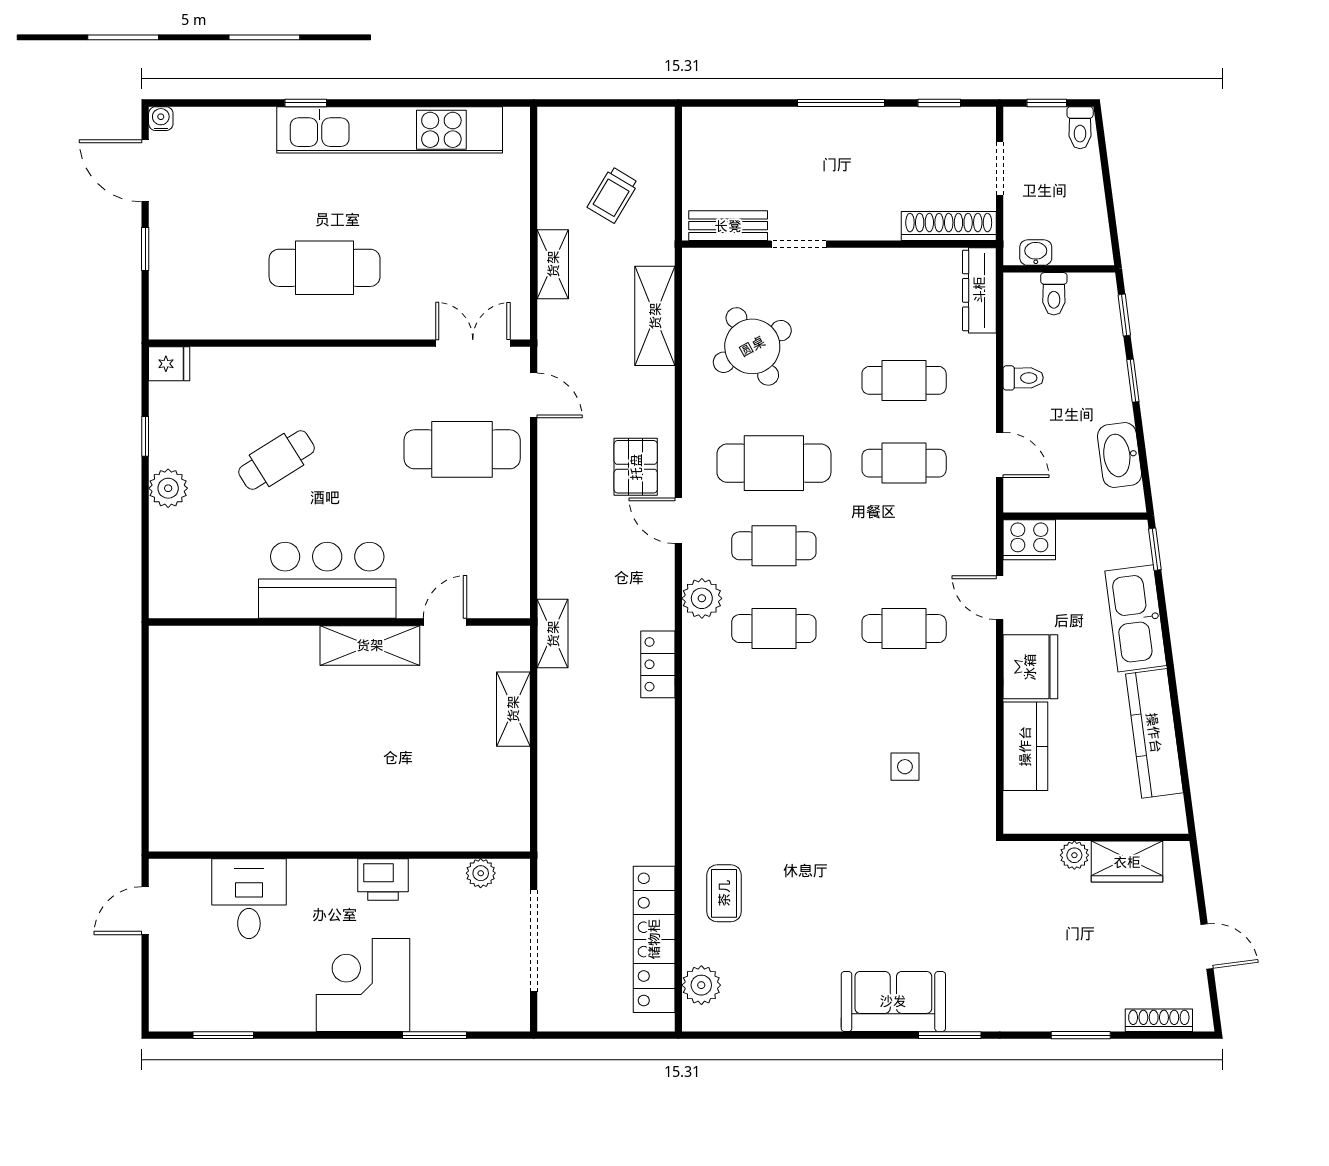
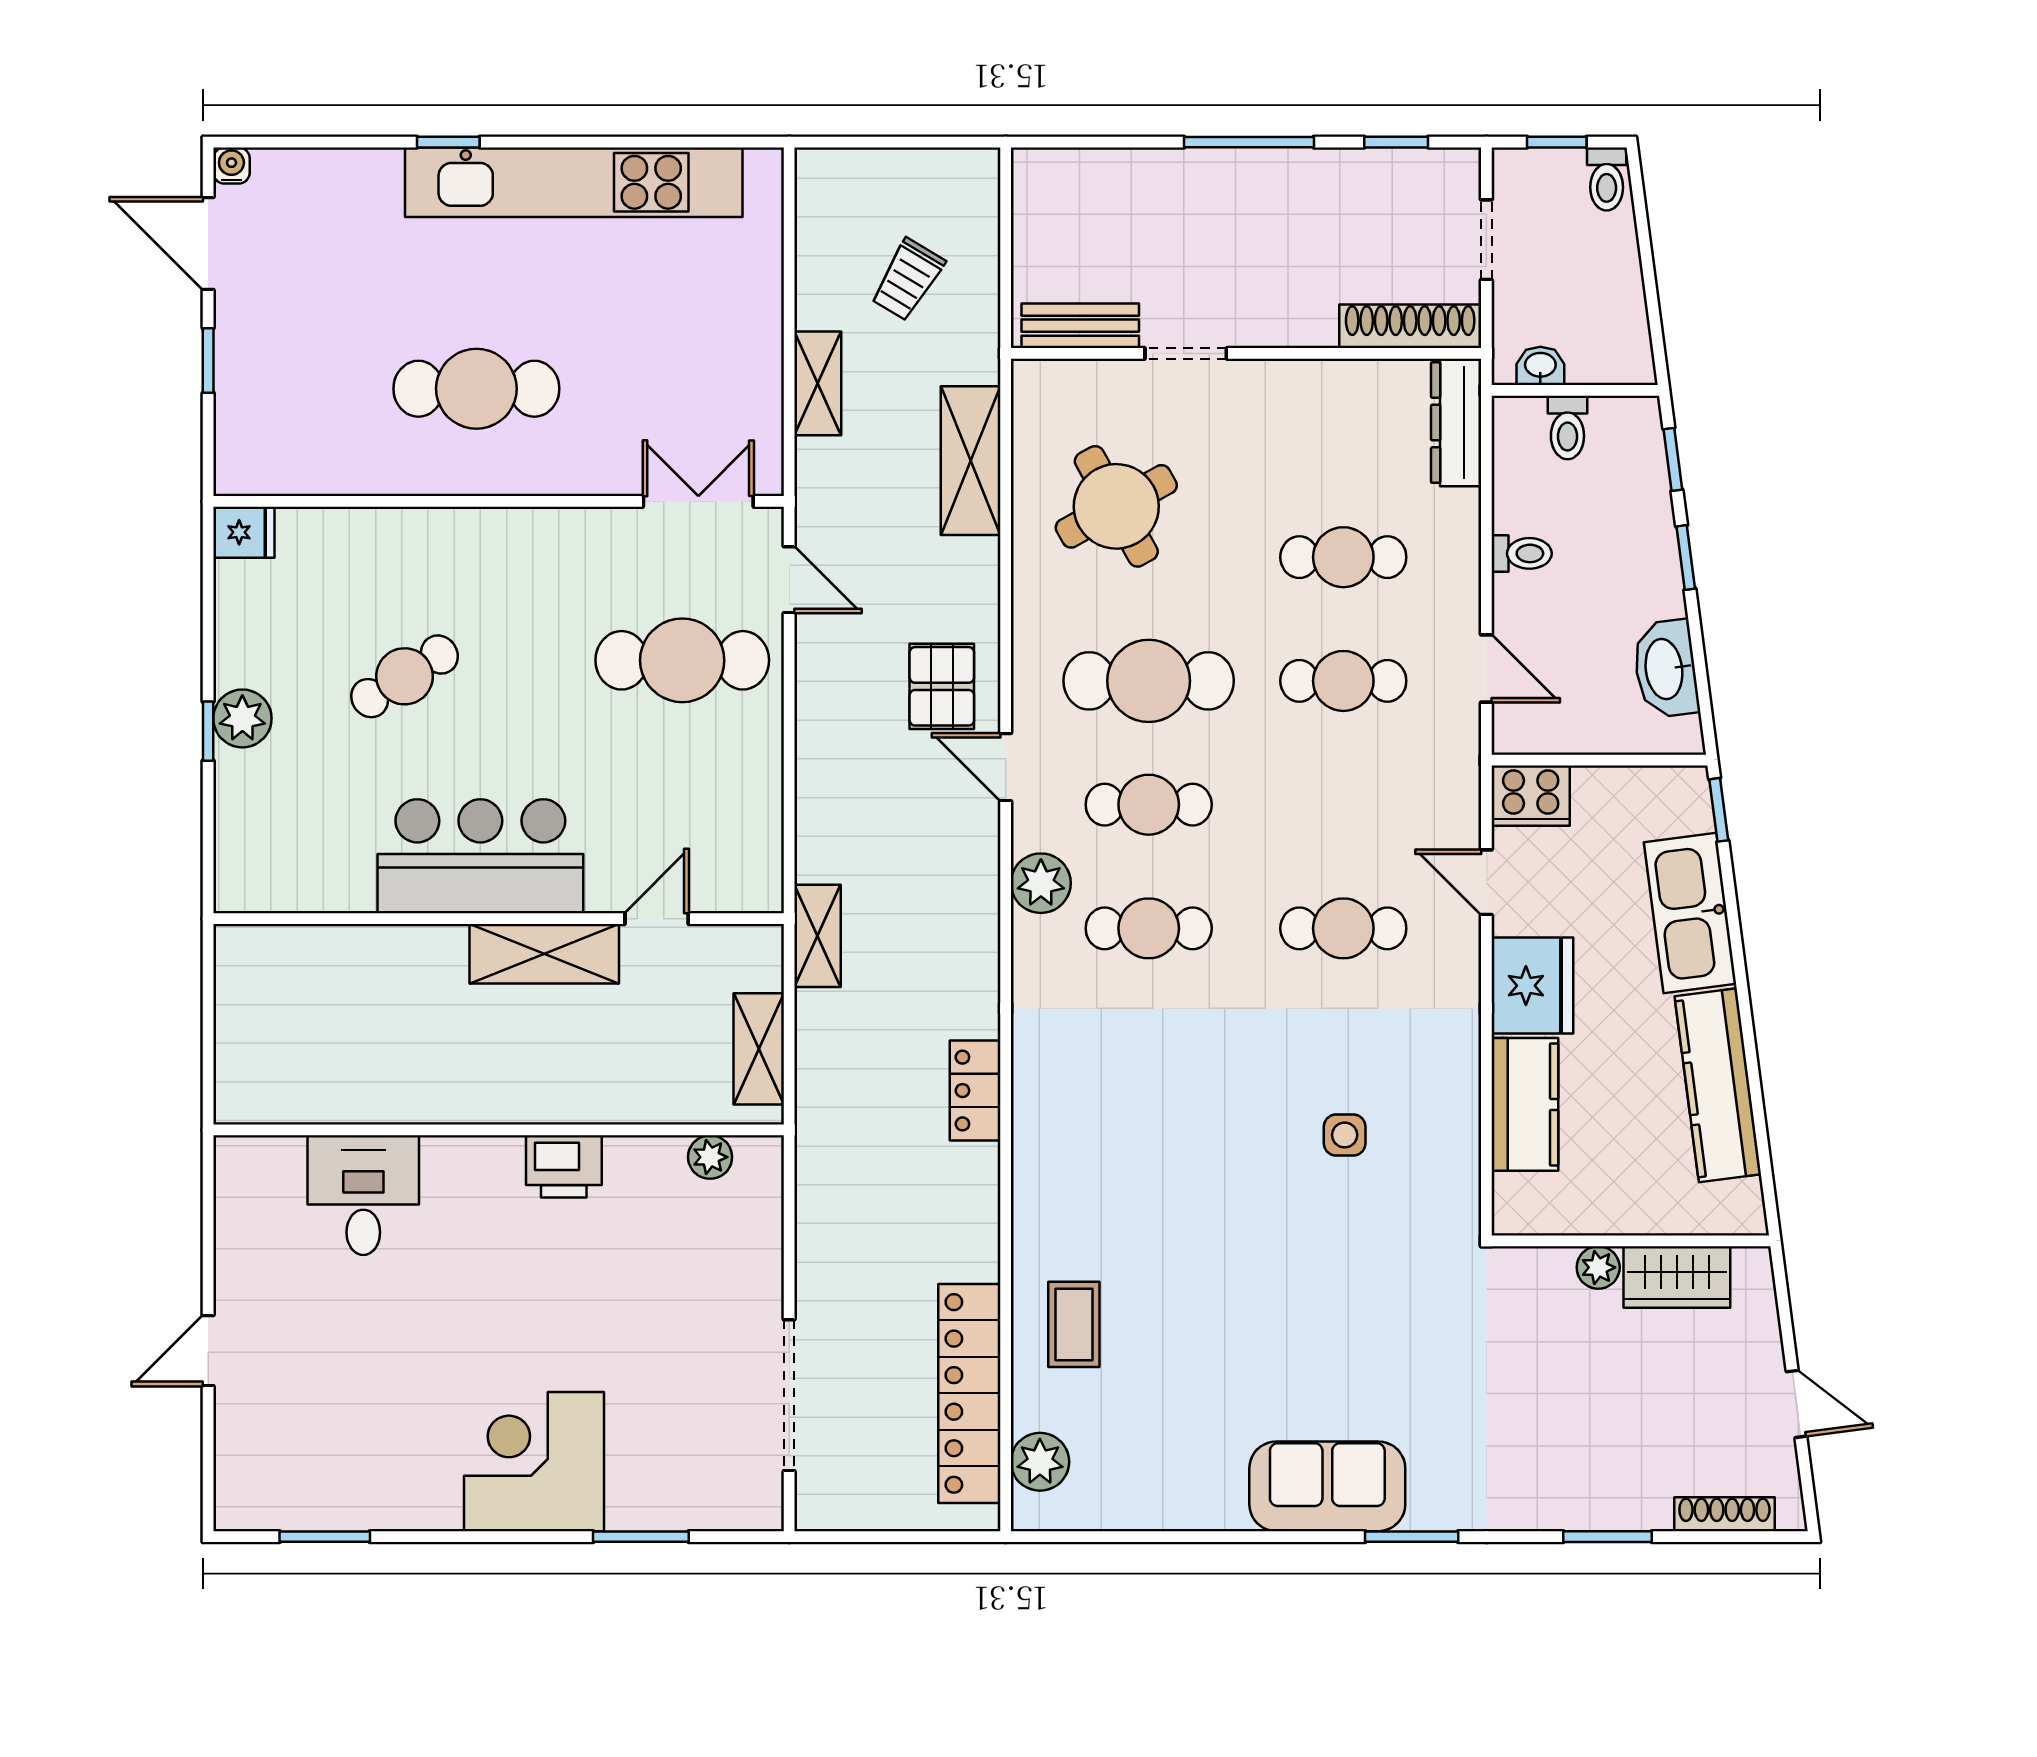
window: (145, 436) -> (208, 731), moved
locker: (658, 664) -> (975, 1091), moved
wall: (339, 855) -> (499, 1130), moved
plant: (481, 873) -> (710, 1157), moved
printer: (383, 879) -> (564, 1166), moved
desk: (249, 899) -> (363, 1195), moved

